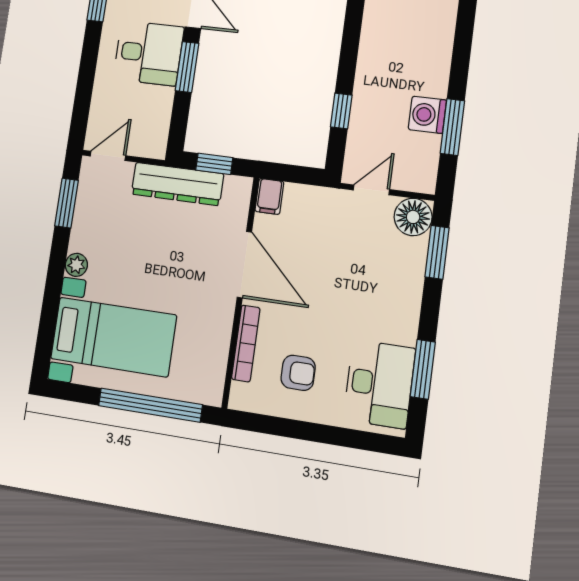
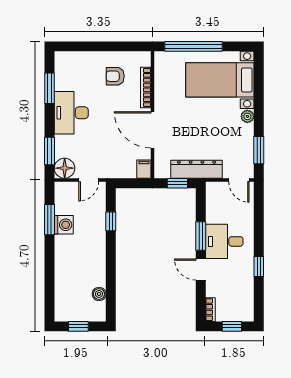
door: (108, 156) -> (239, 180), hinge flipped
desk: (379, 384) -> (71, 113), moved

